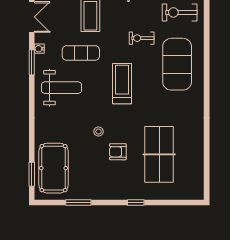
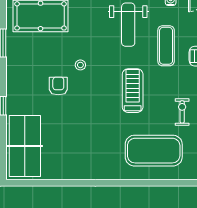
treadmill: (122, 84) -> (133, 91), turned -90
table tennis table: (159, 154) -> (25, 146), moved, turned 90

